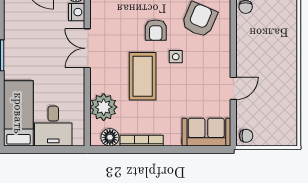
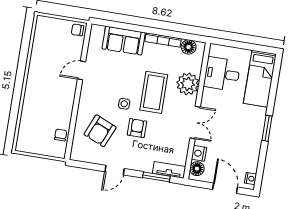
plant: (104, 107) -> (188, 84), moved
desk: (53, 126) -> (222, 74), moved, turned -90
sofa: (206, 132) -> (124, 41), moved

